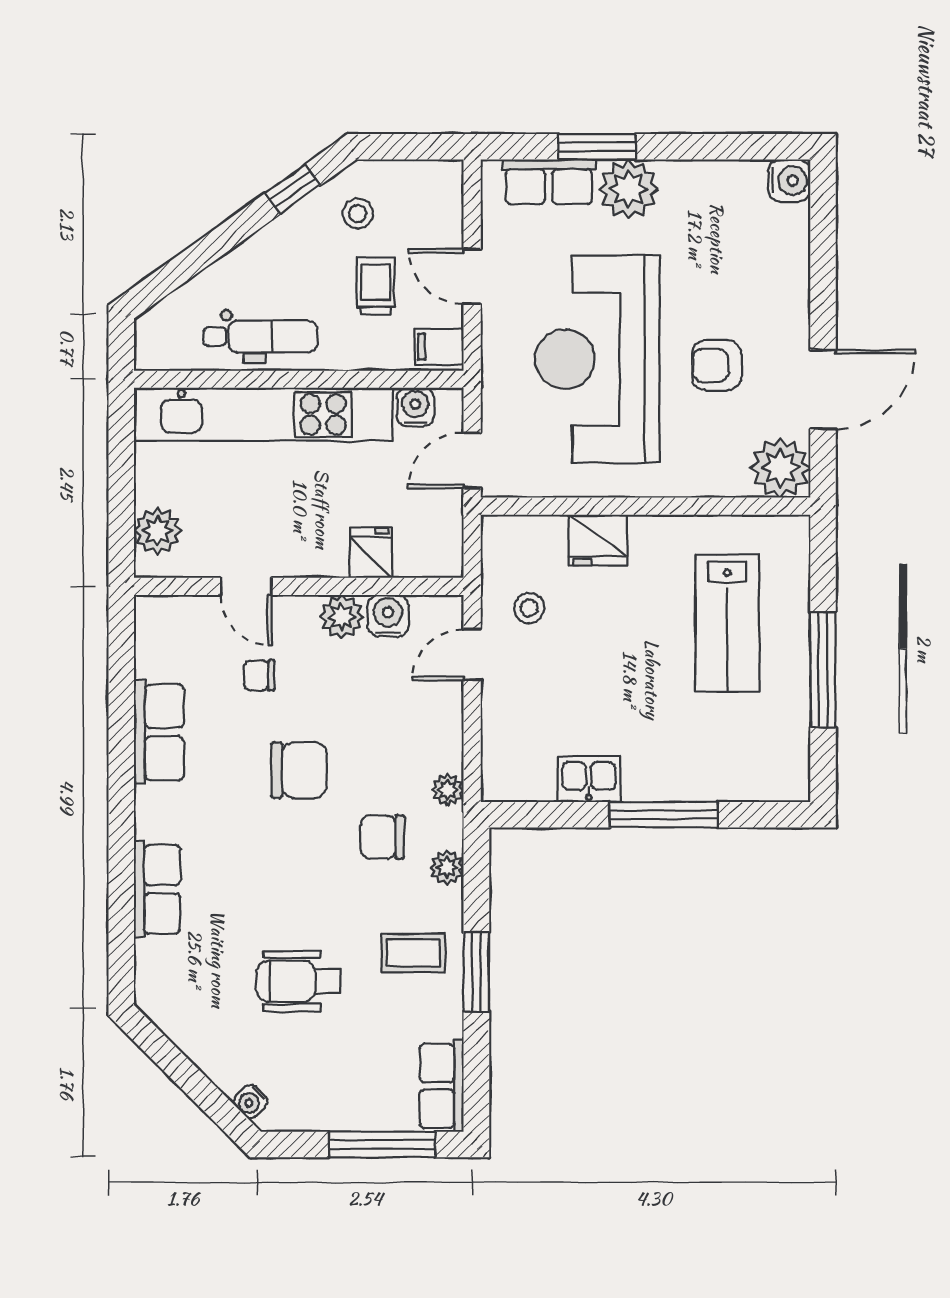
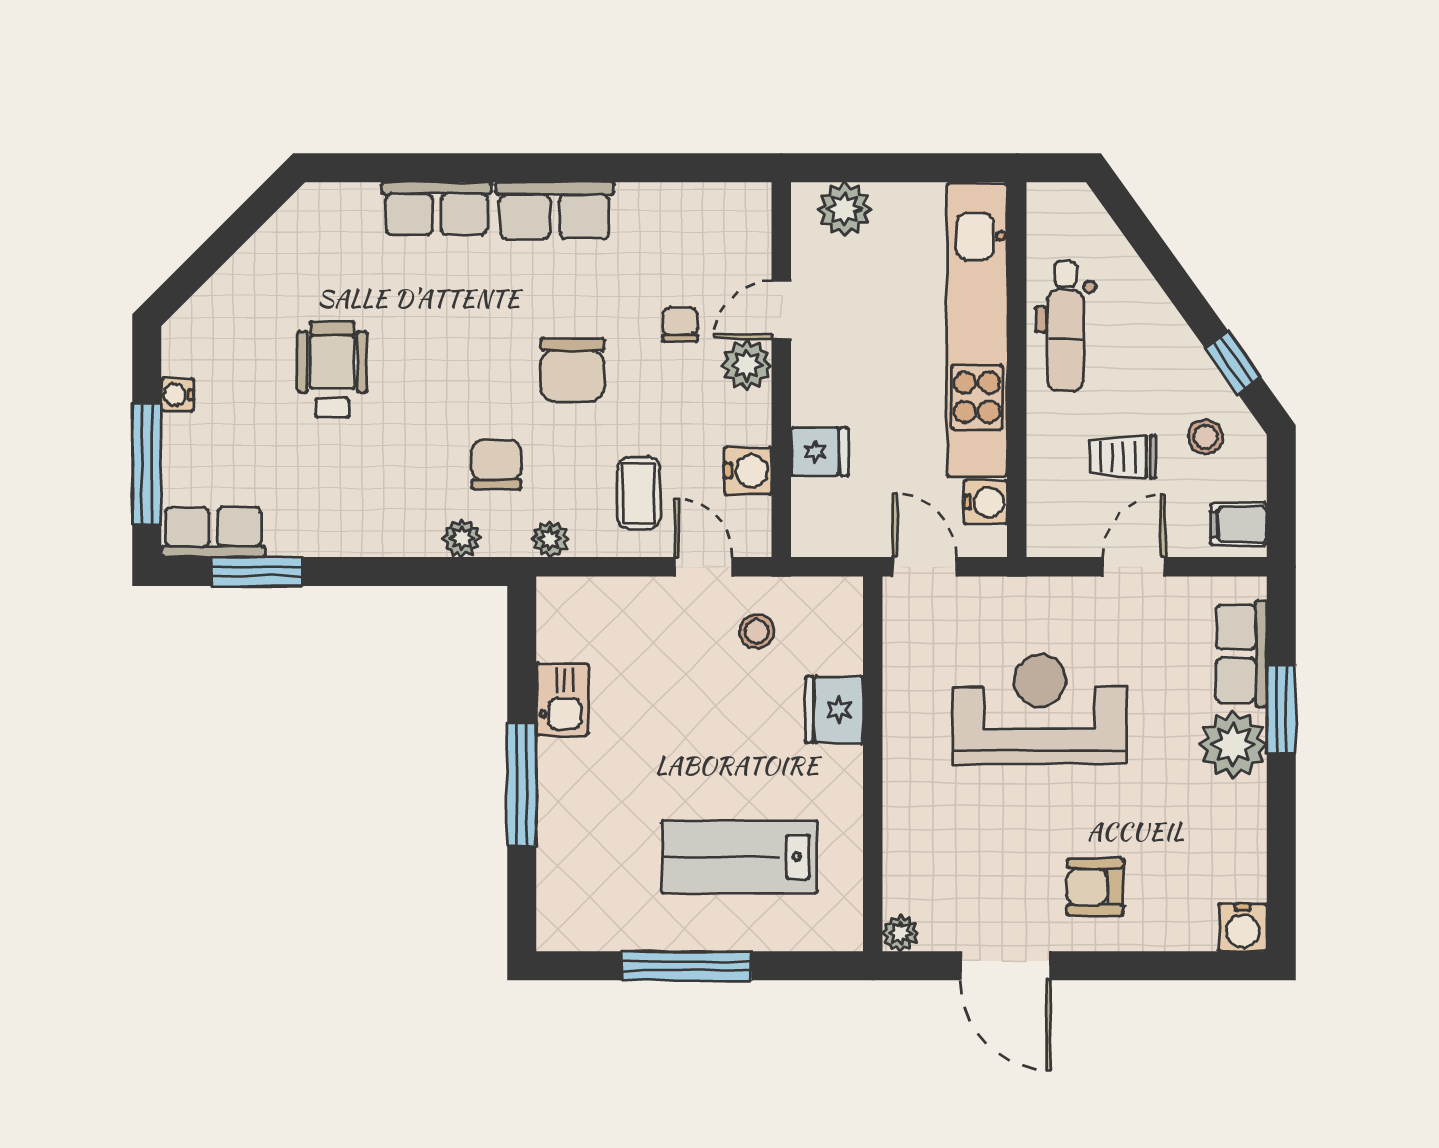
trolley: (376, 286) -> (1123, 457), turned 180
filing cabinet: (439, 347) -> (1239, 524), moved, turned -90
reception desk: (597, 359) -> (1040, 709), width x0.74, depth x0.77
armchair: (717, 365) -> (1095, 887), moved, turned -90
plant: (780, 468) -> (900, 933), width x0.53, depth x0.53
plant: (342, 617) -> (747, 365), moved
row of seats: (159, 732) -> (555, 210), moved
coffee table: (413, 953) -> (639, 493), moved
window: (476, 972) -> (257, 572), moved
water cooler: (251, 1101) -> (177, 395), moved, turned -45

